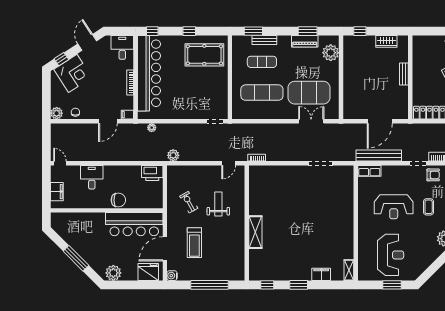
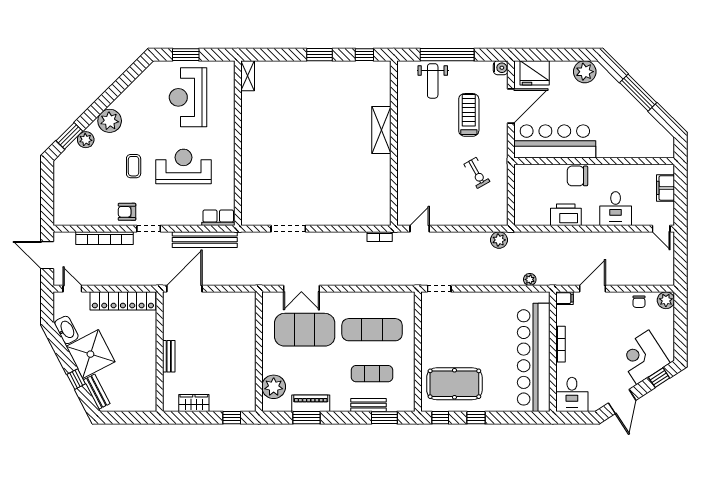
window: (152, 31) -> (440, 418), moved
door: (380, 121) -> (184, 289), moved
printer: (152, 173) -> (566, 215), moved
weight bench: (218, 204) -> (433, 81), moved
filing cabinet: (321, 274) -> (287, 69), removed

